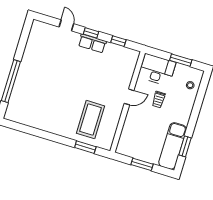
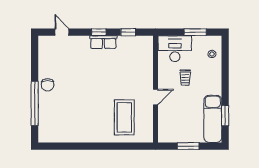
door: (66, 25) -> (62, 32), moved
chair: (28, 67) -> (48, 85), added
door: (129, 97) -> (155, 97), moved
window: (85, 147) -> (127, 146), removed

